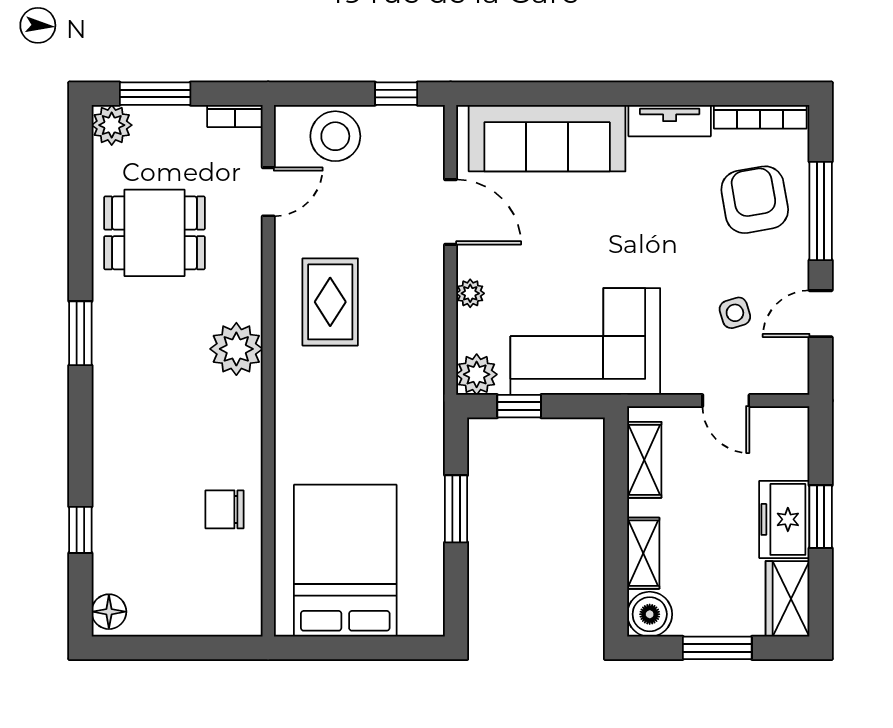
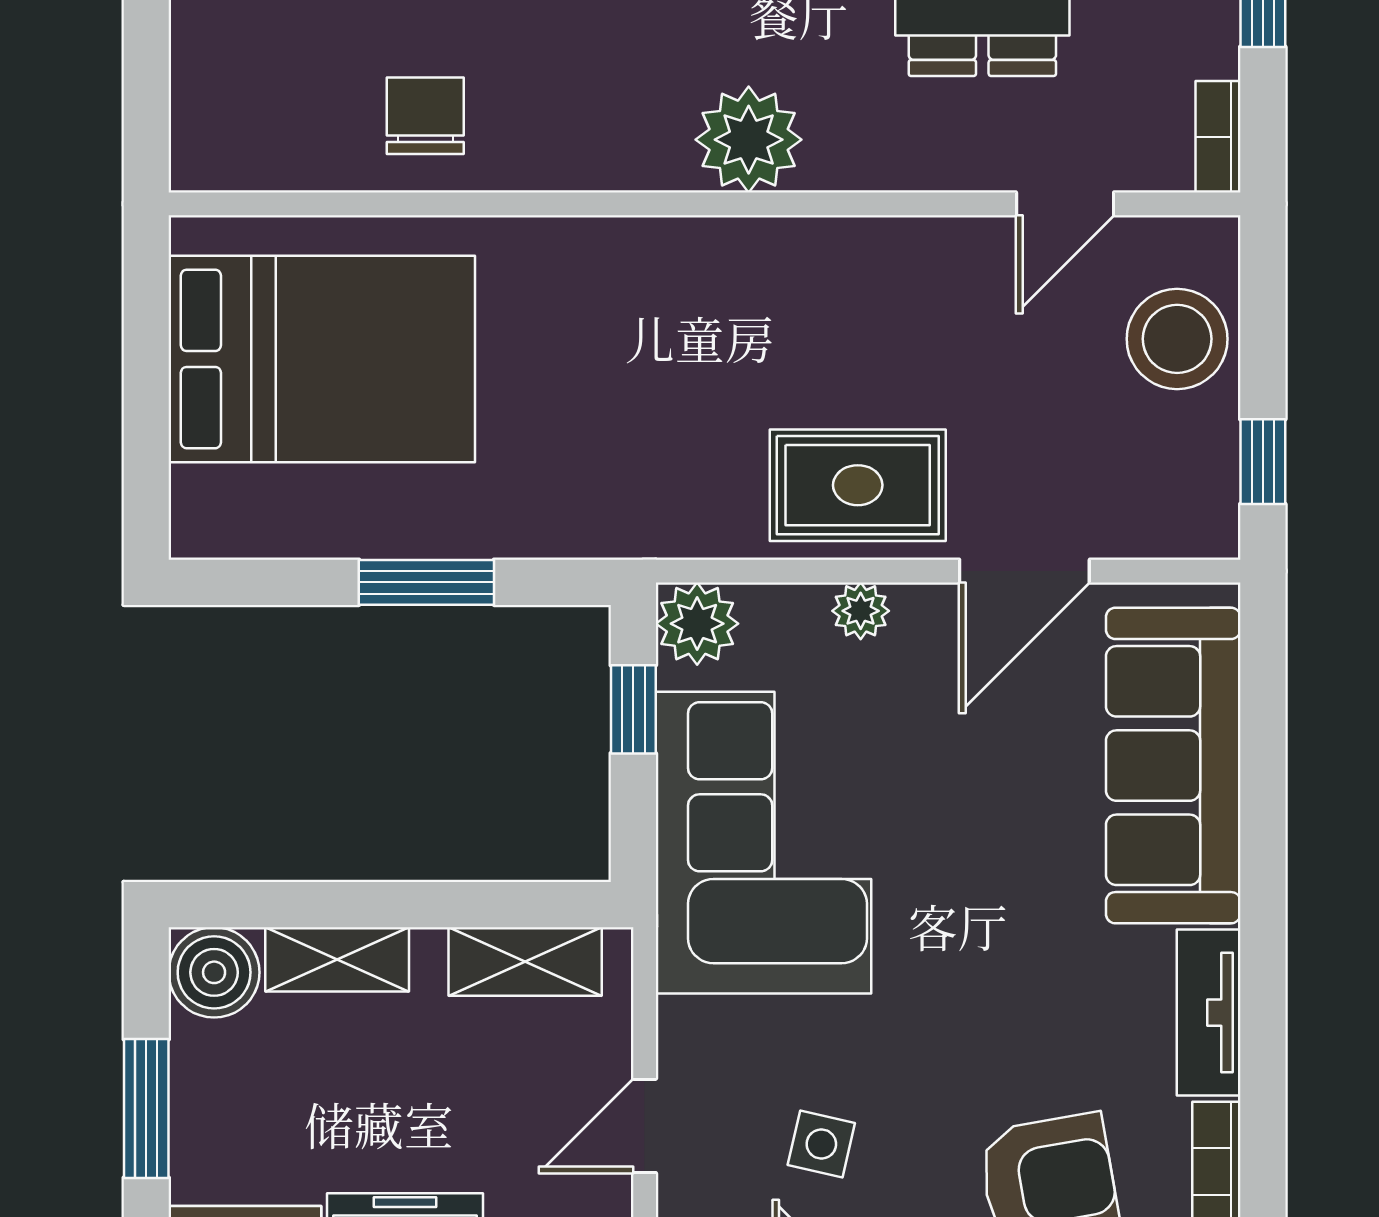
door: (268, 192) -> (1065, 204), hinge flipped
rug: (330, 302) -> (858, 485), moved
side table: (735, 313) -> (821, 1144), turned 30

